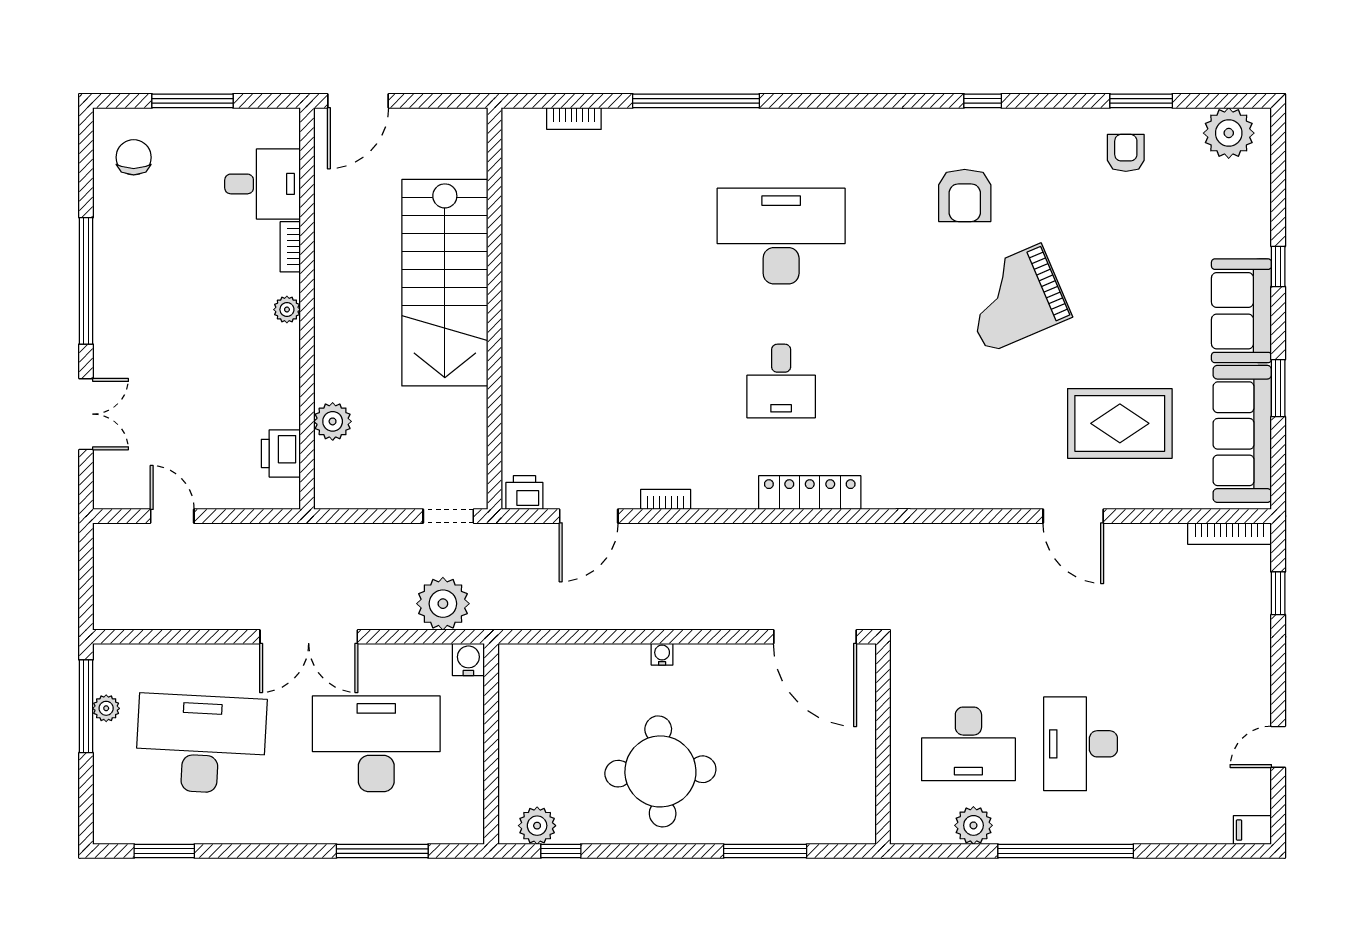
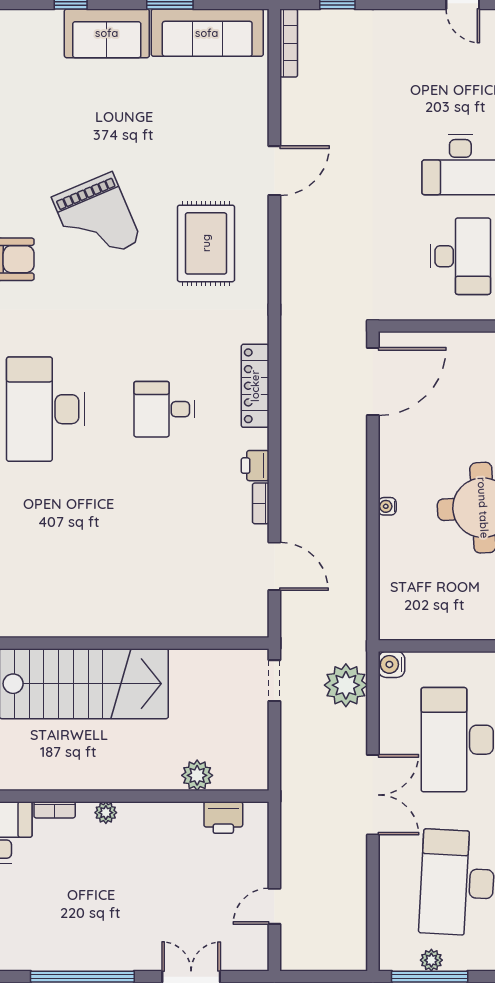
desk: (781, 381) -> (164, 409), turned 180
rug: (1120, 423) -> (206, 243), moved
printer: (524, 493) -> (255, 466), moved

